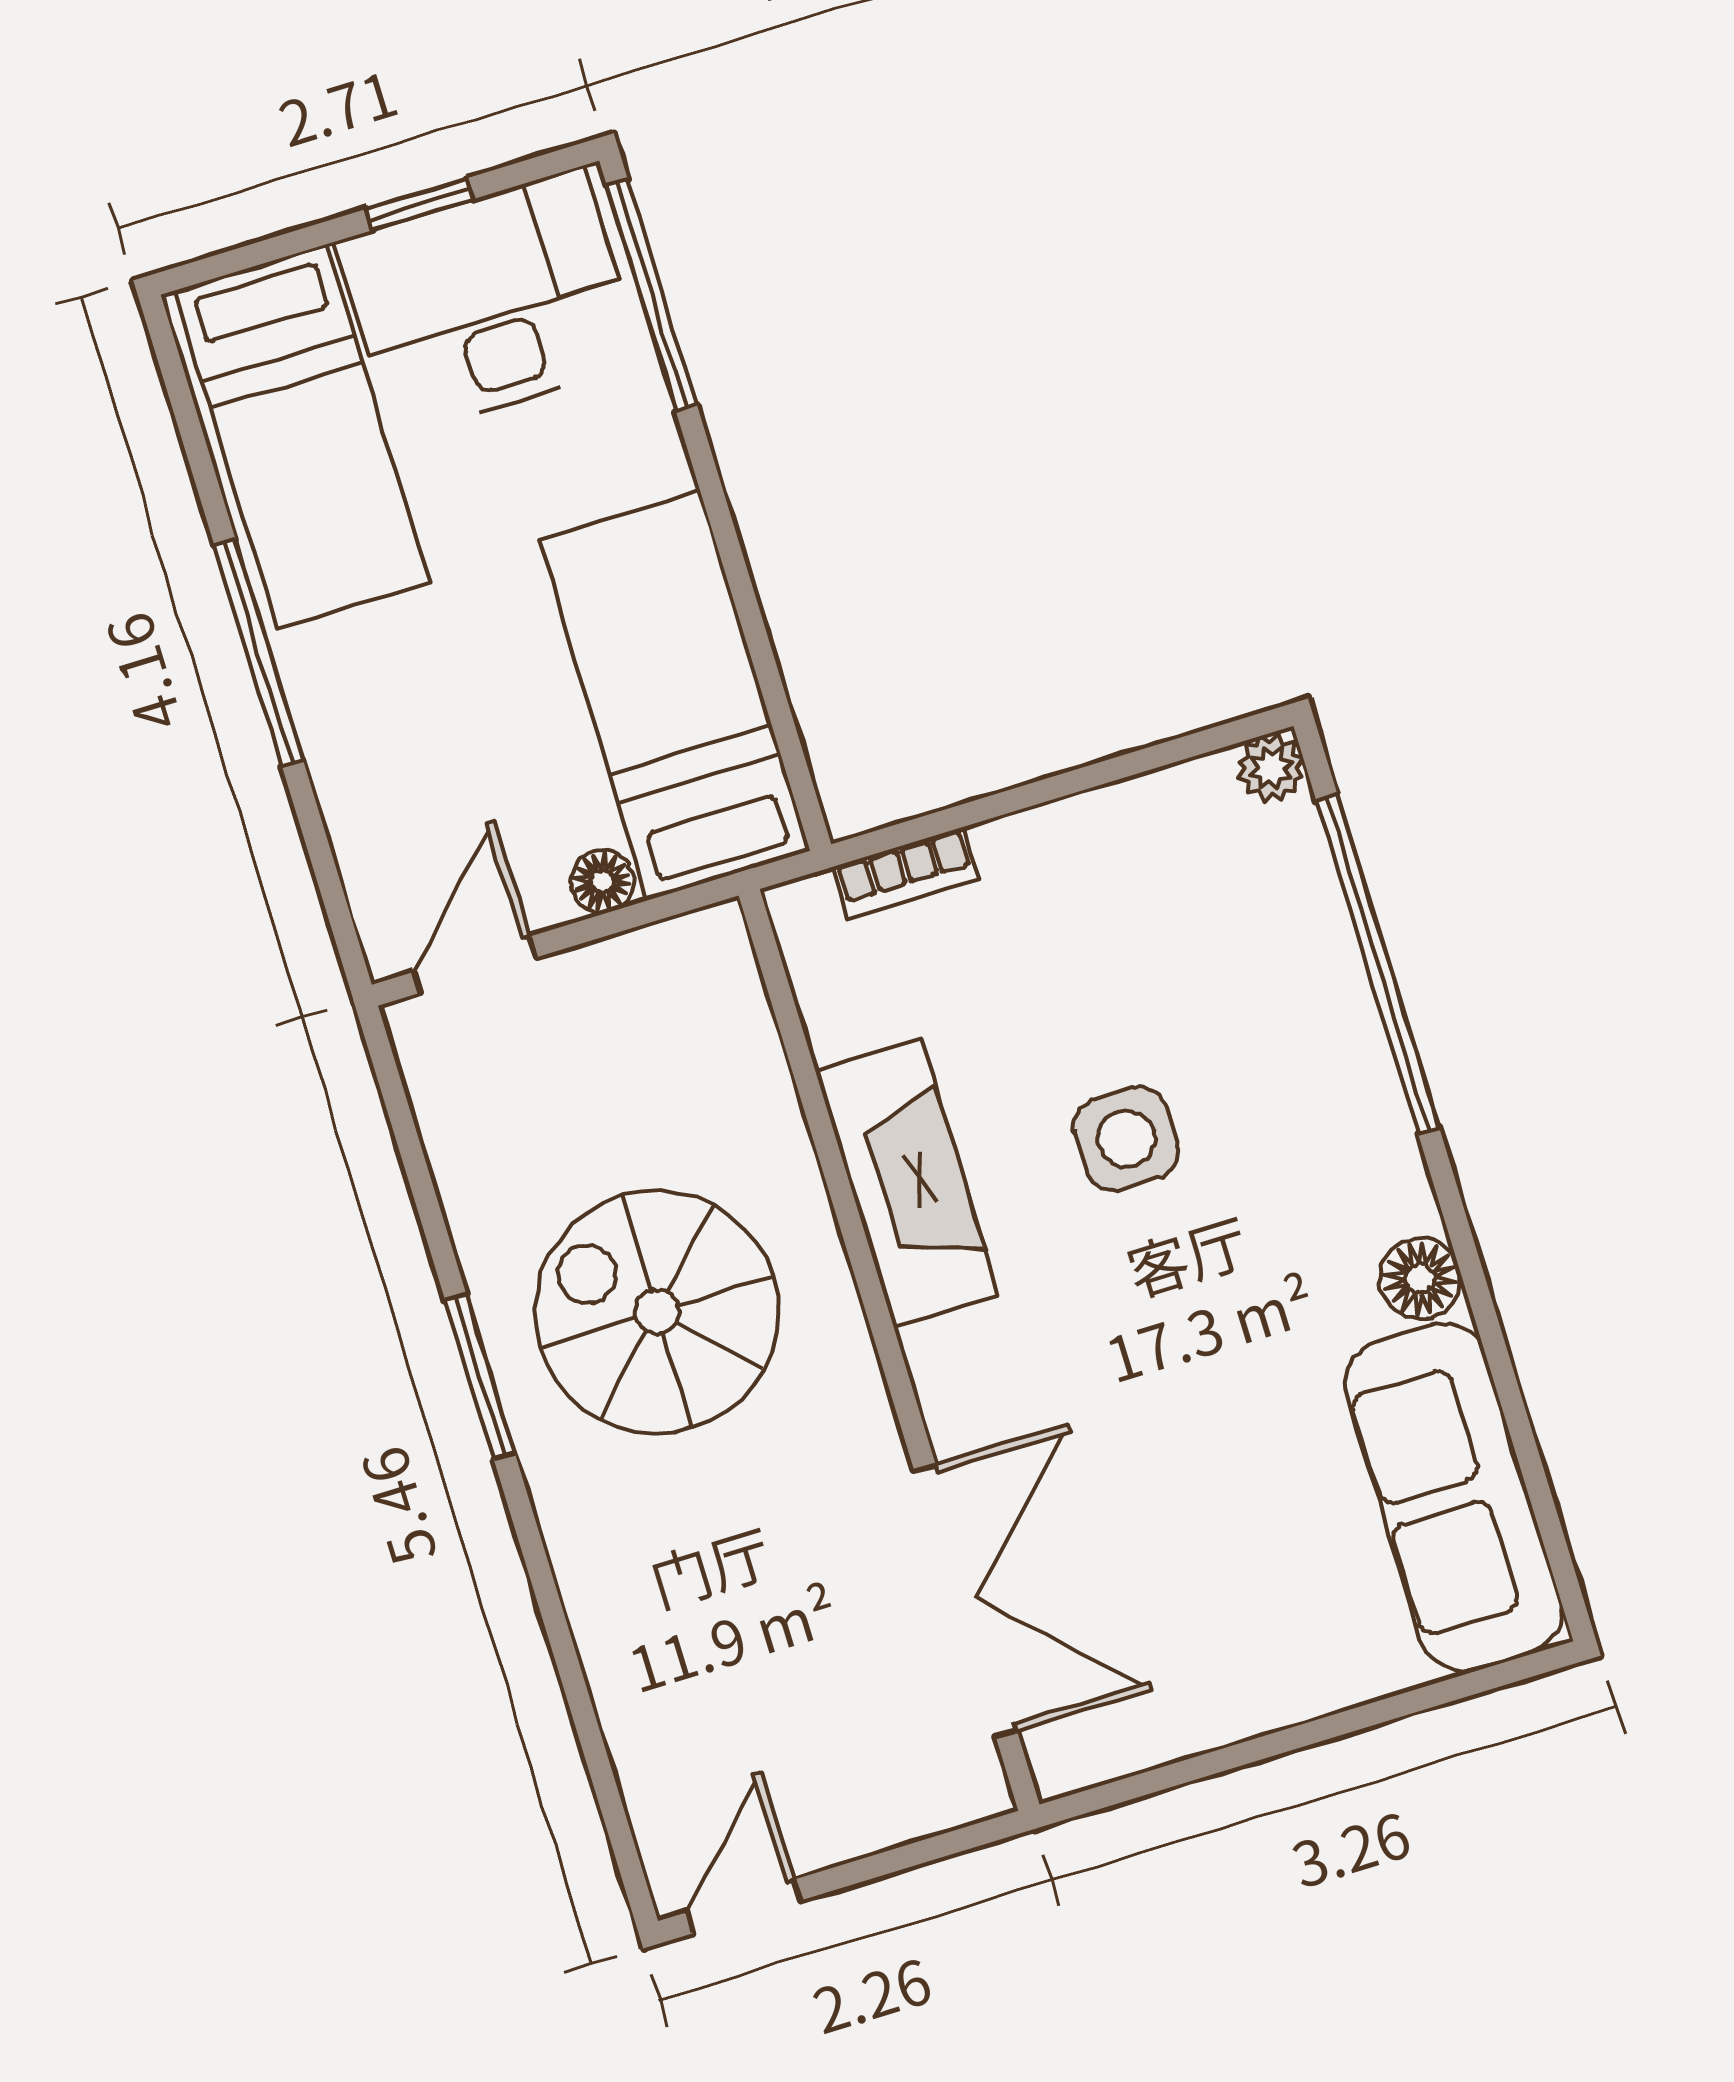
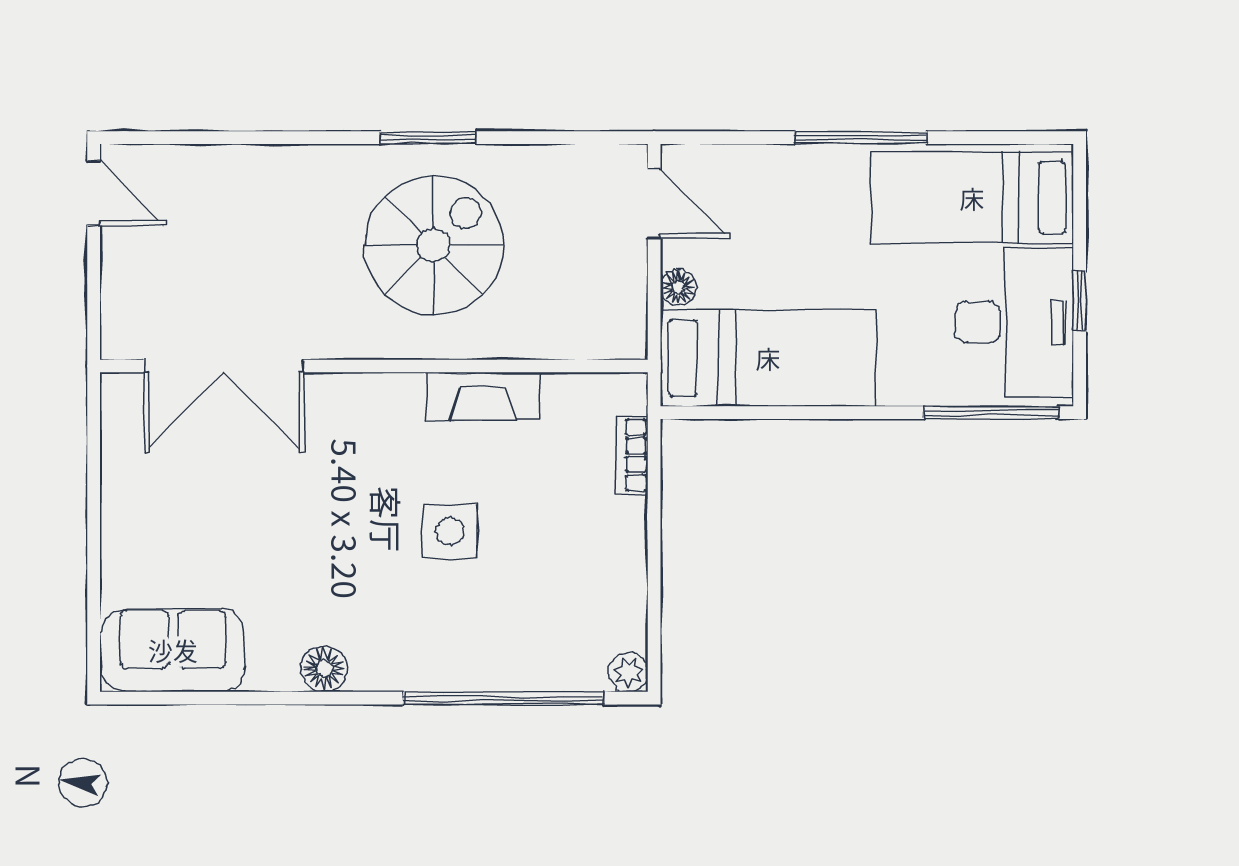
fireplace: (907, 1183) -> (483, 396), width x0.73, depth x0.76
sofa: (1453, 1497) -> (173, 650), width x0.73

